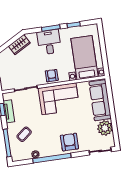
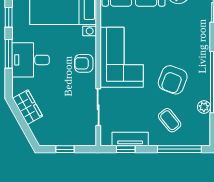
armchair: (69, 142) -> (173, 80), moved, turned -69

